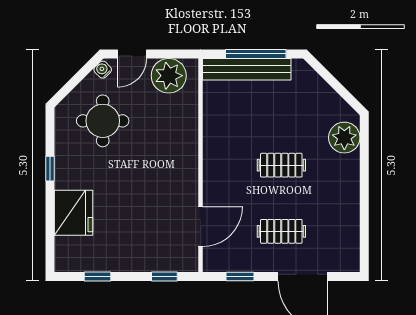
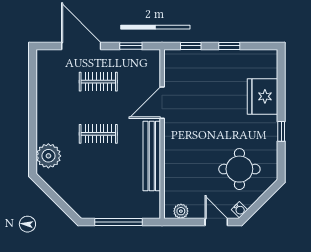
door: (132, 54) -> (216, 222), hinge flipped
bench: (247, 69) -> (152, 156), moved, turned 90
plant: (169, 76) -> (181, 211), width x0.53, depth x0.53
door: (201, 227) -> (162, 103), moved
window: (98, 277) -> (229, 46), moved

